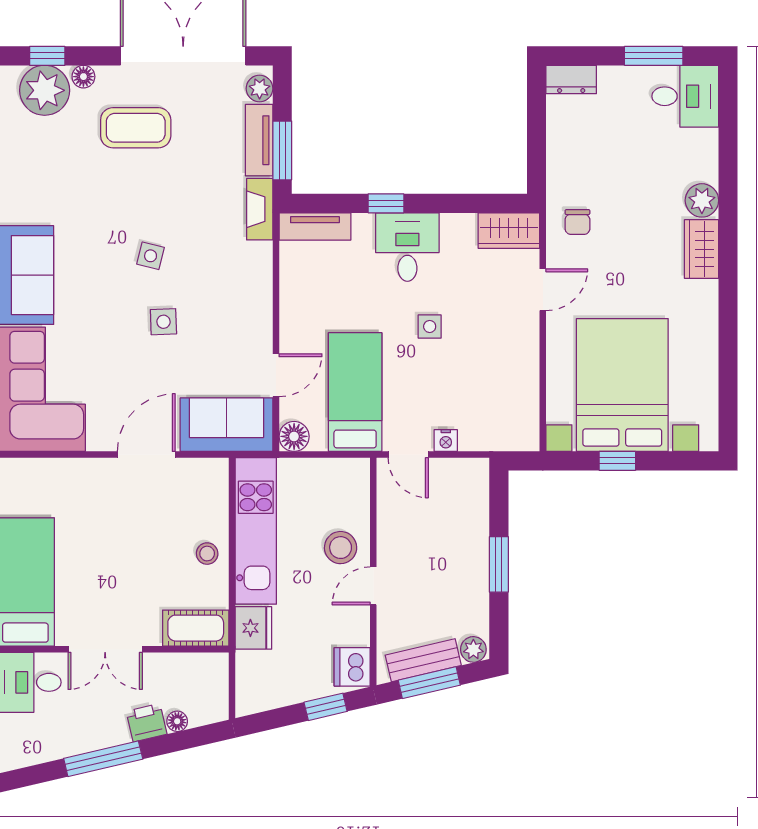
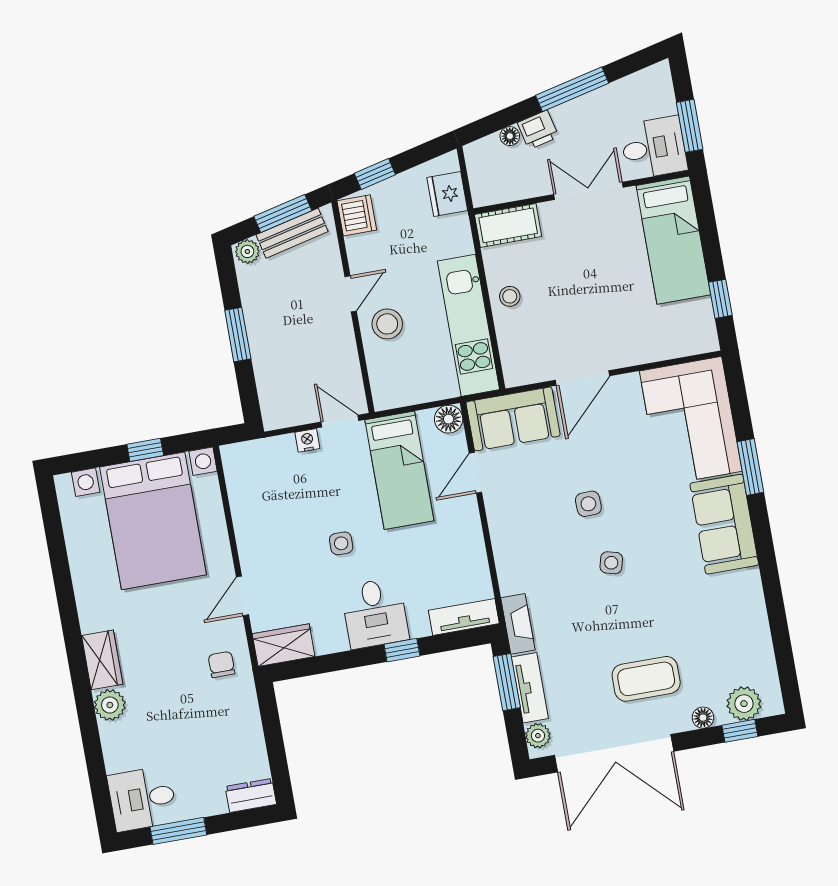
plant: (45, 90) -> (744, 704), width x0.73, depth x0.73
fridge: (253, 628) -> (447, 194), moved

